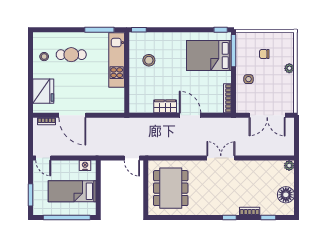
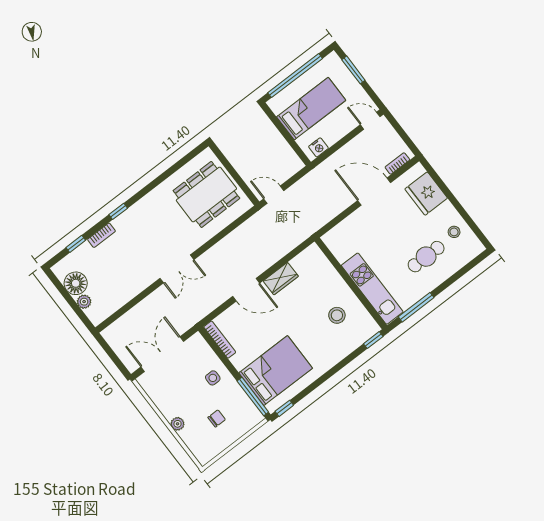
plant: (289, 166) -> (84, 302), moved
dining table: (171, 188) -> (206, 194), turned 90

